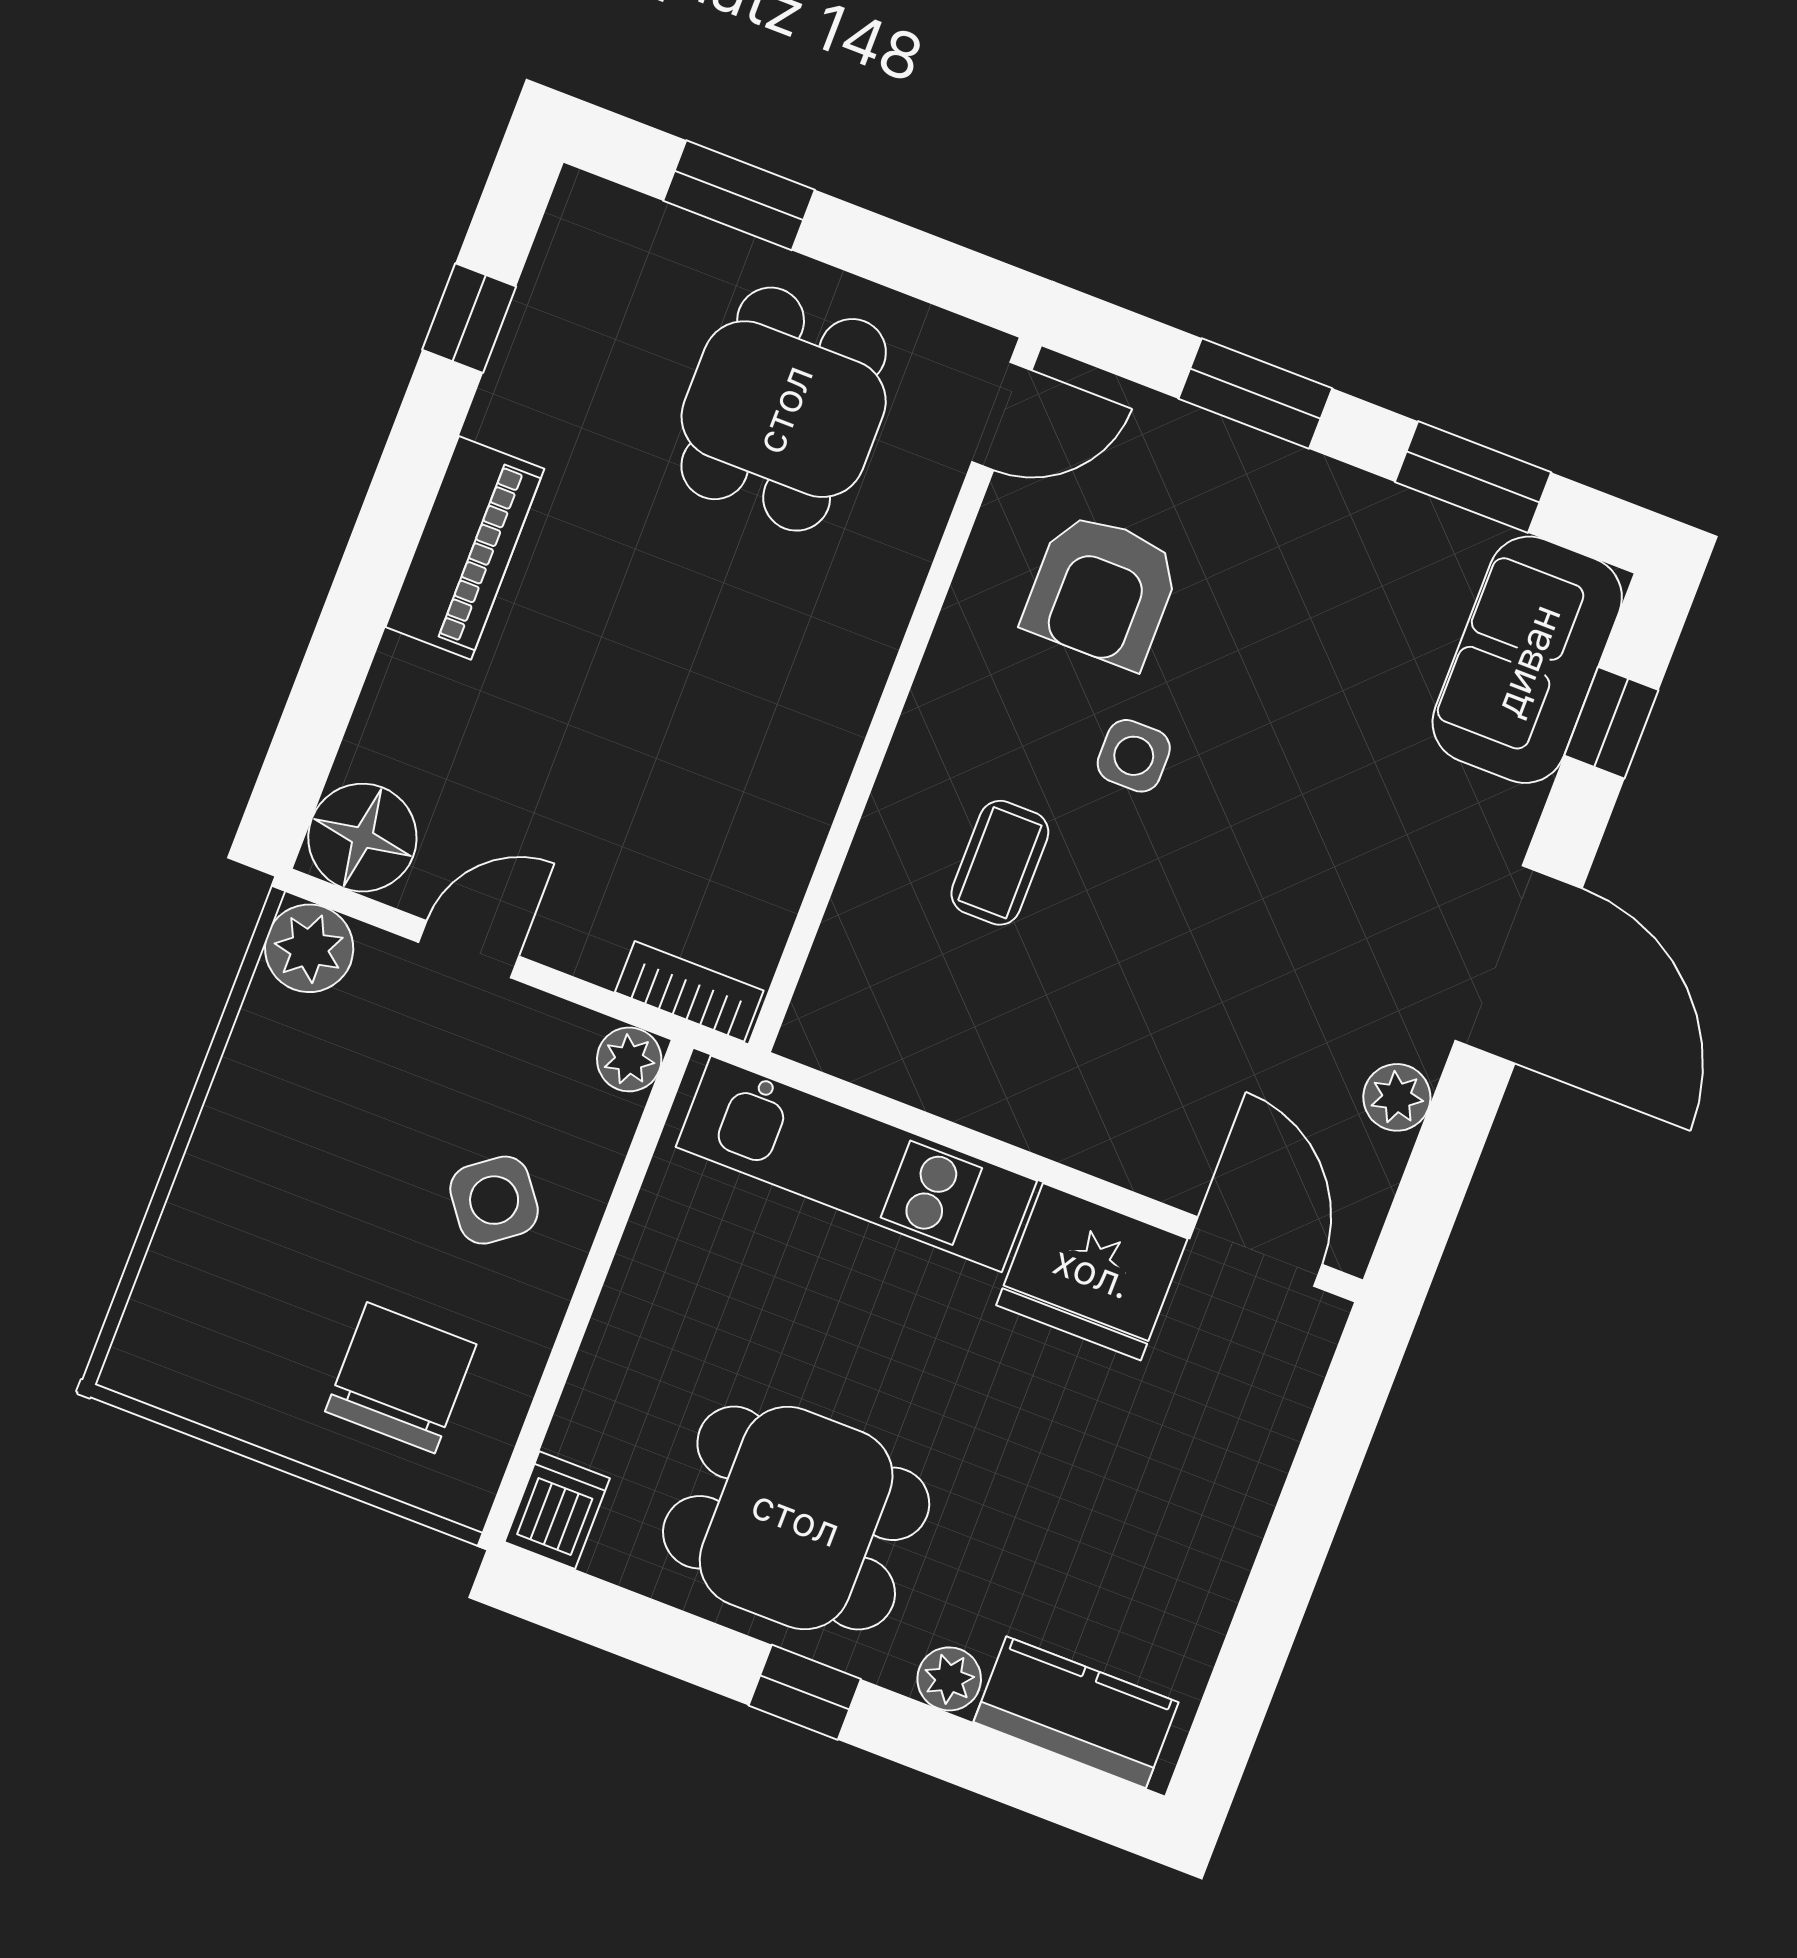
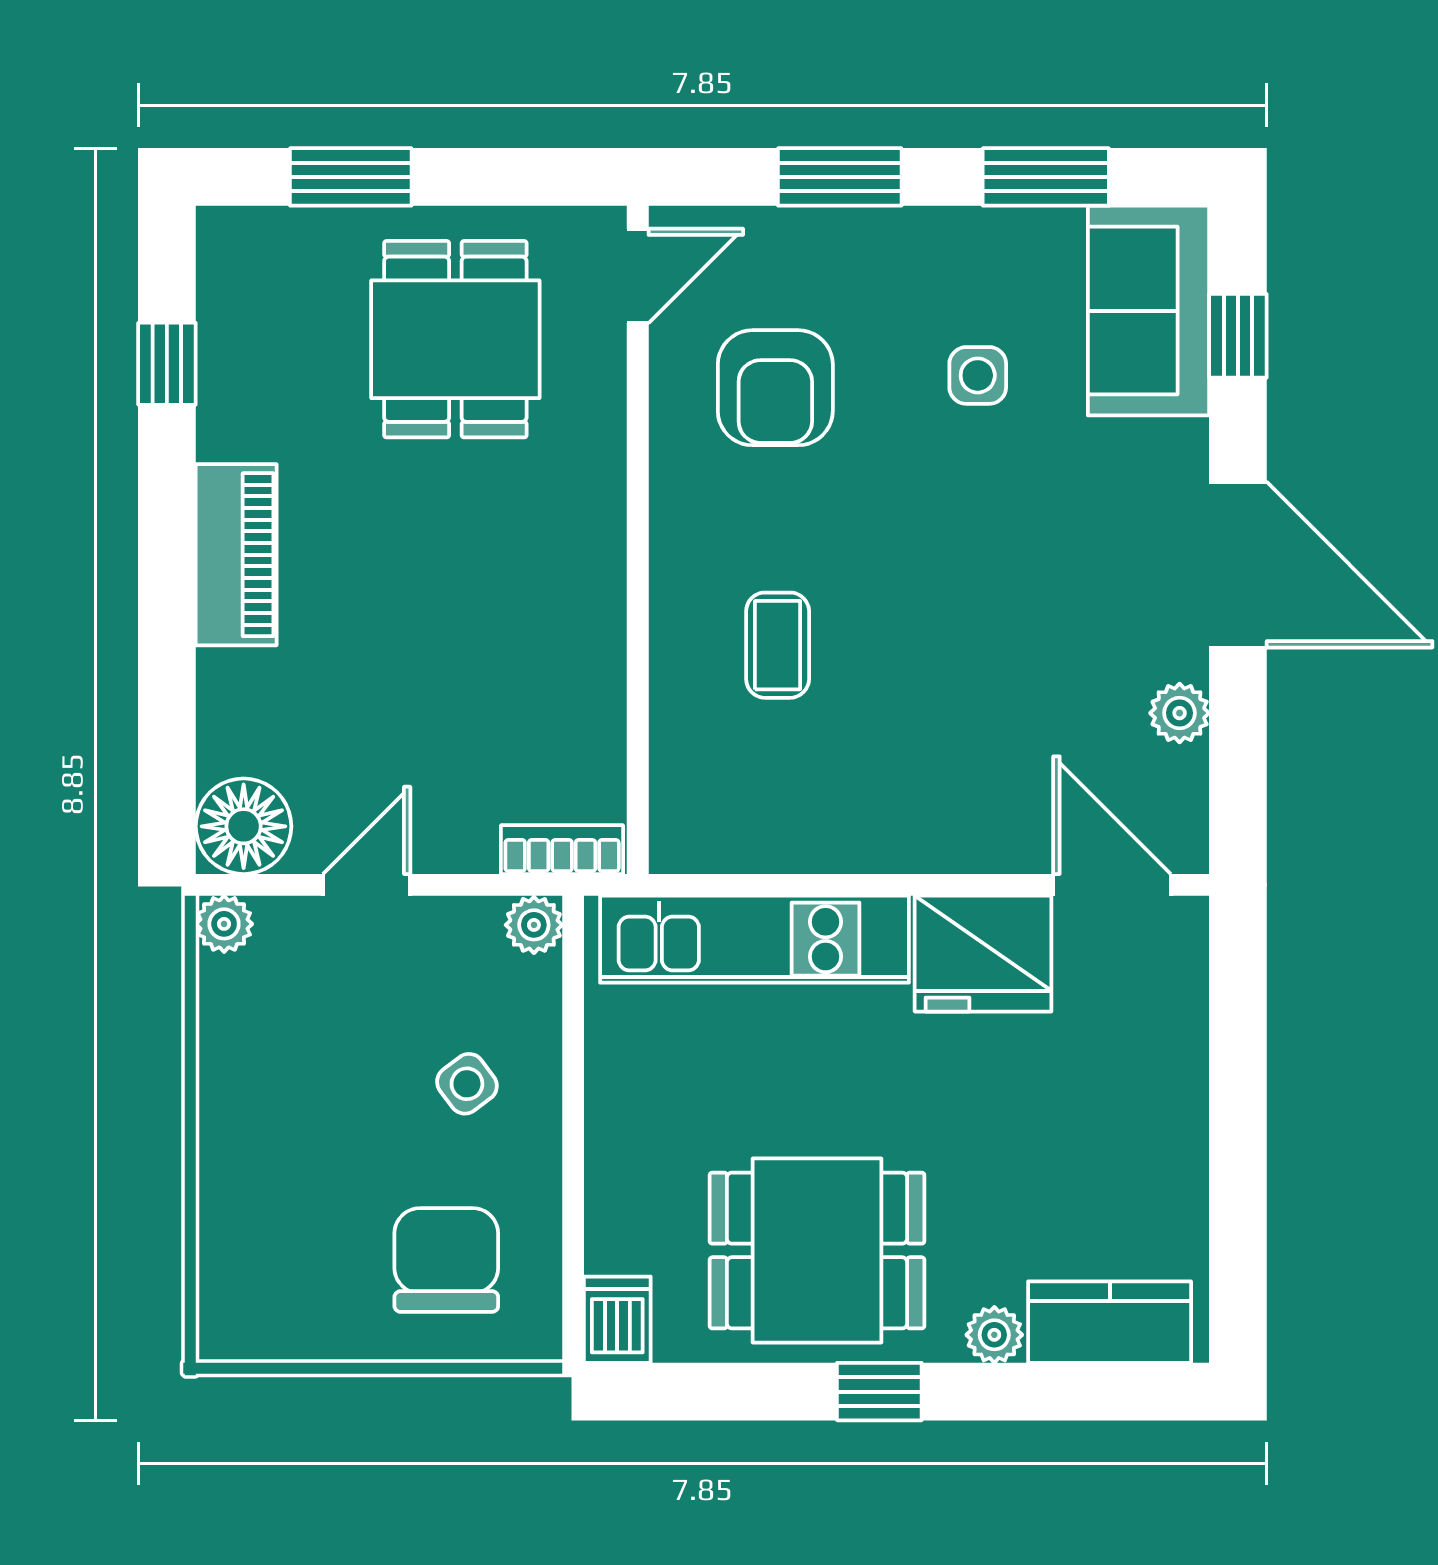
side table: (1134, 756) -> (978, 375), moved
plant: (309, 948) -> (224, 924), width x0.73, depth x0.73
side table: (494, 1200) -> (467, 1084), width x0.73, depth x0.73

